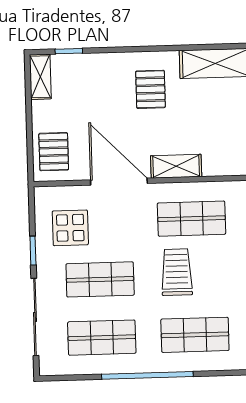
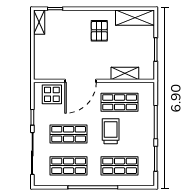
pallet: (54, 152) -> (45, 63), removed
shelving: (176, 166) -> (125, 73), moved
door: (119, 182) -> (80, 81), swing flipped
display table: (70, 228) -> (52, 94), moved

